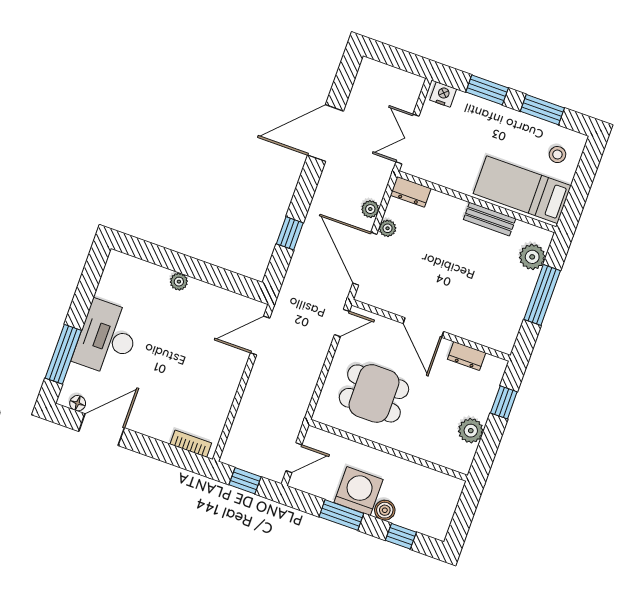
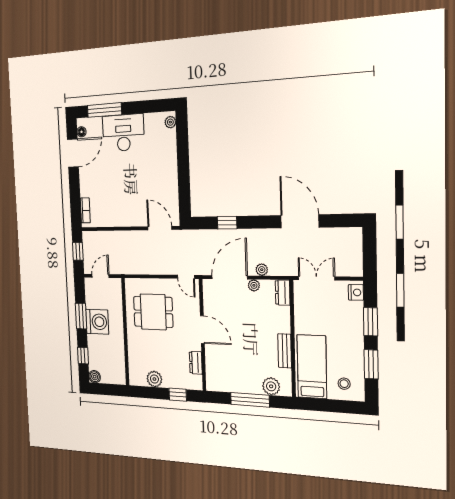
plant: (179, 282) -> (170, 122), moved
door: (423, 327) -> (202, 330), swing flipped
dining table: (374, 393) -> (153, 312), turned 90
door: (102, 430) -> (73, 153), hinge flipped
door: (294, 458) -> (100, 276), swing flipped
boiler: (385, 510) -> (95, 377), moved

